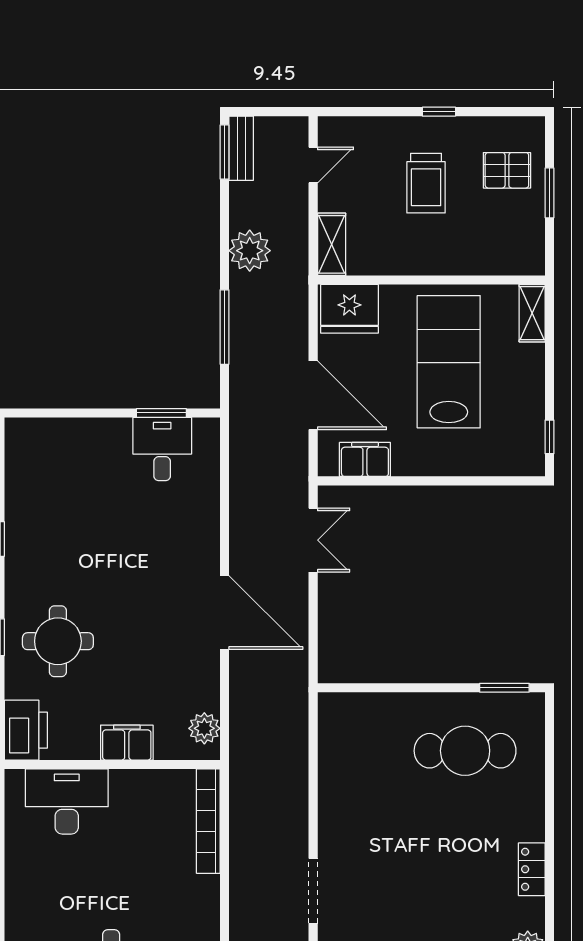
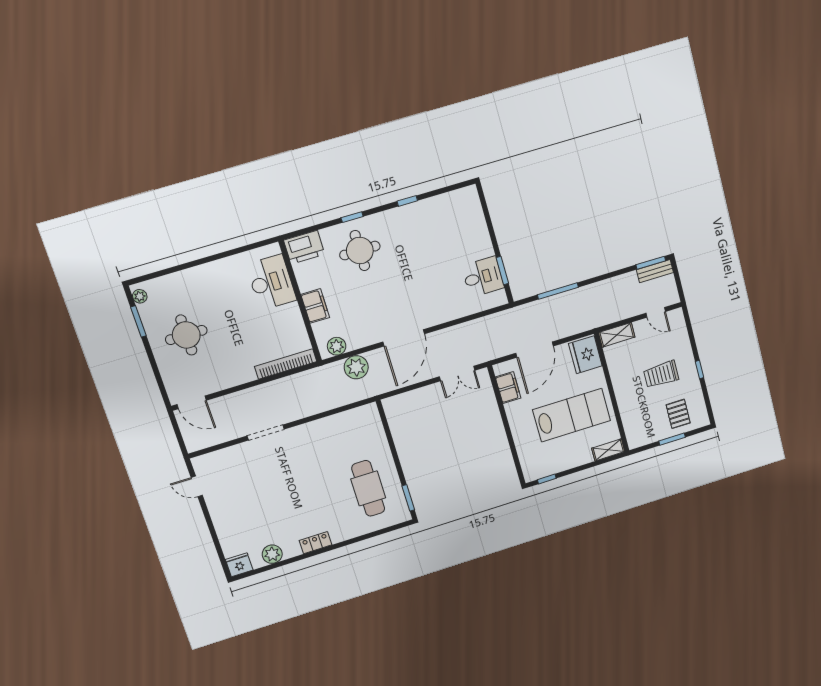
plant: (250, 251) -> (356, 367), moved

